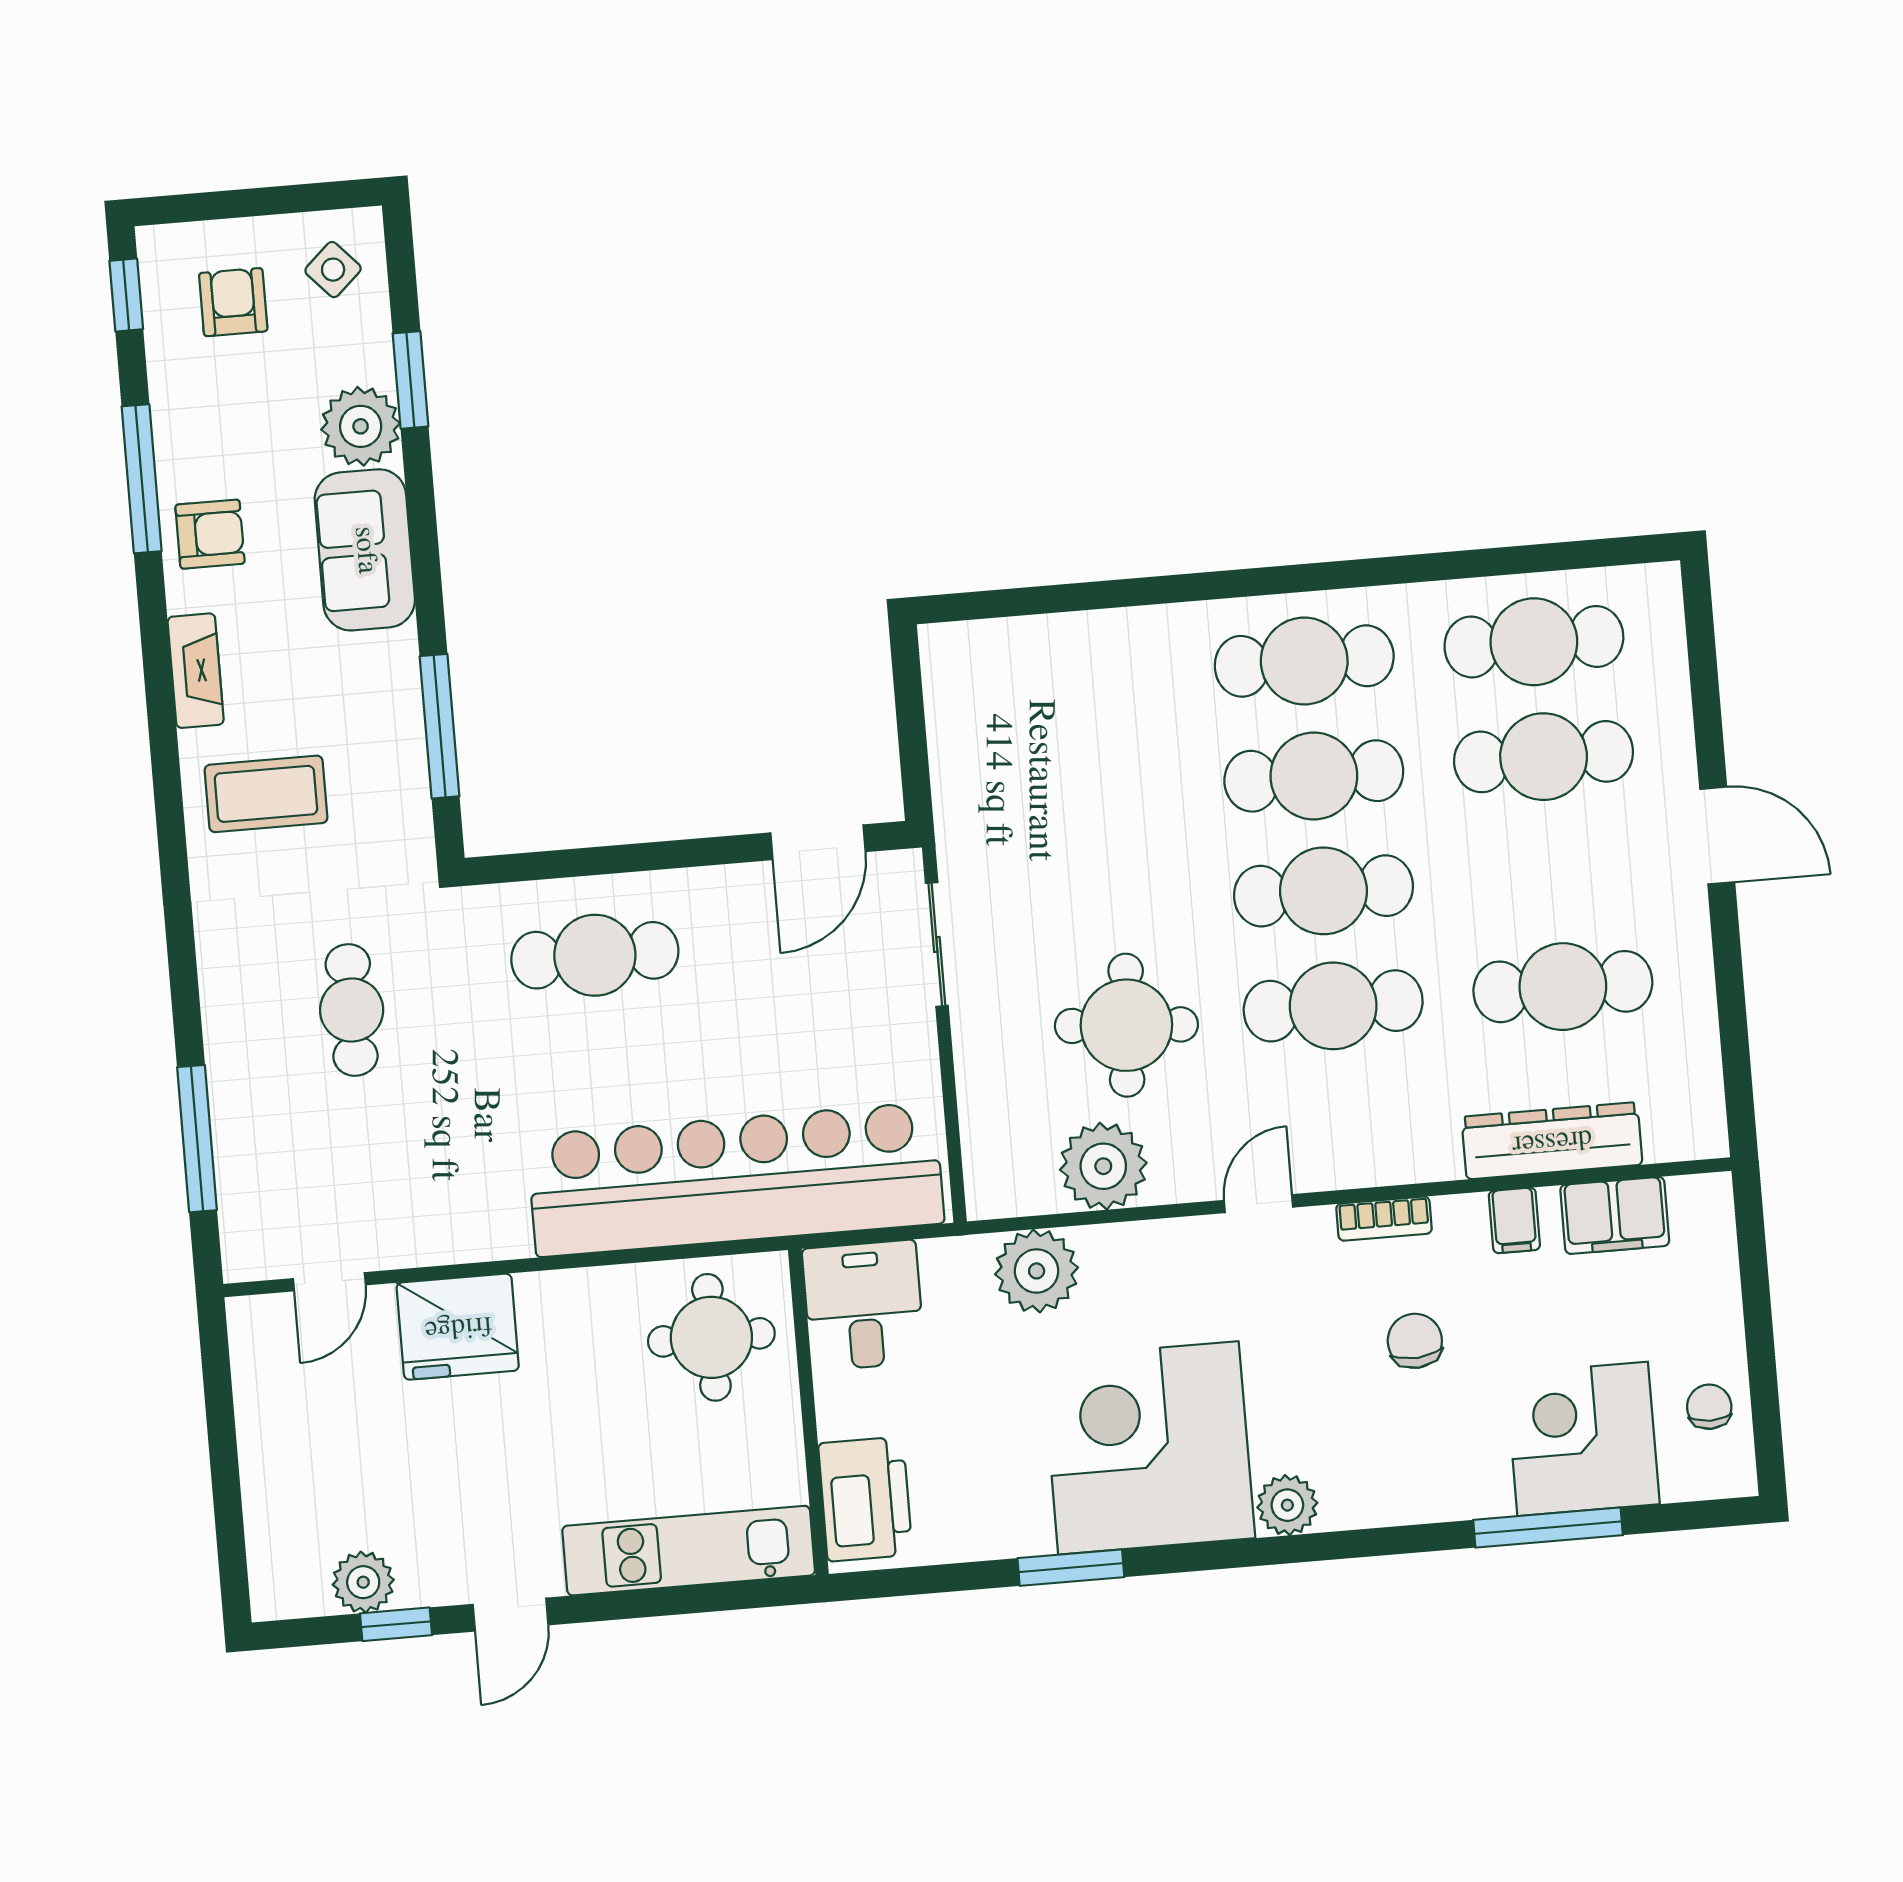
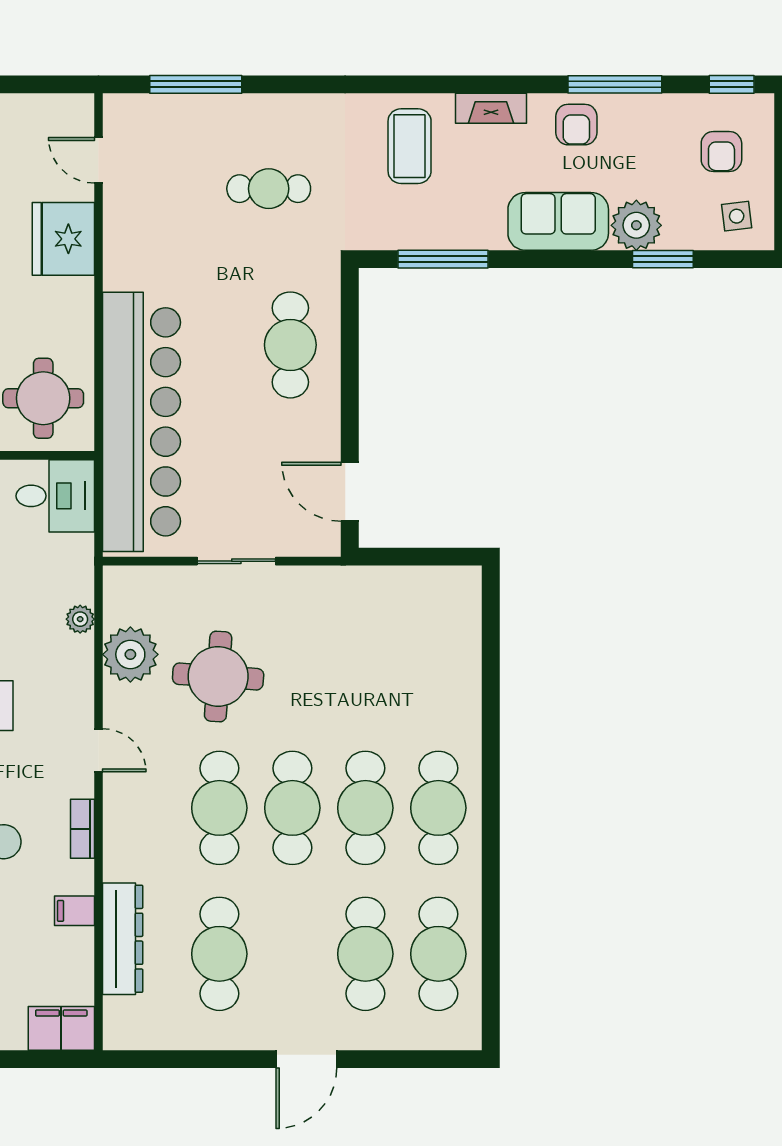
side table: (333, 270) -> (737, 216), turned 36
armchair: (233, 302) -> (721, 151), turned 90
sliding door: (937, 944) -> (236, 561), moved
filing cabinet: (1615, 1215) -> (61, 1028), moved, turned 90
plant: (1037, 1271) -> (80, 619), width x0.53, depth x0.53

